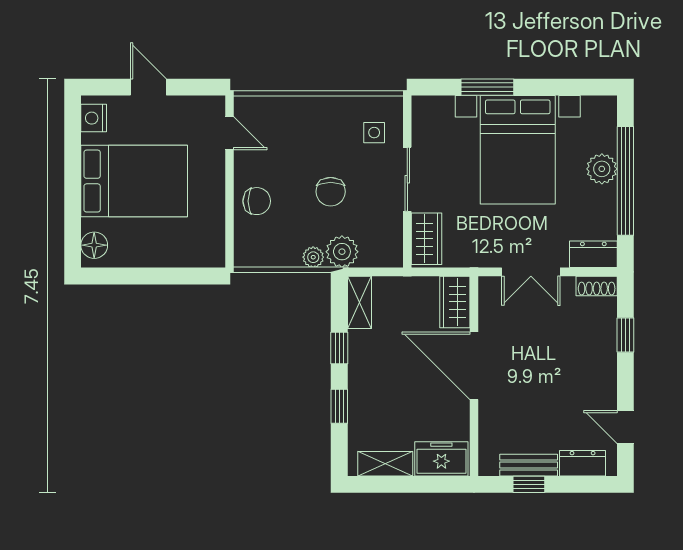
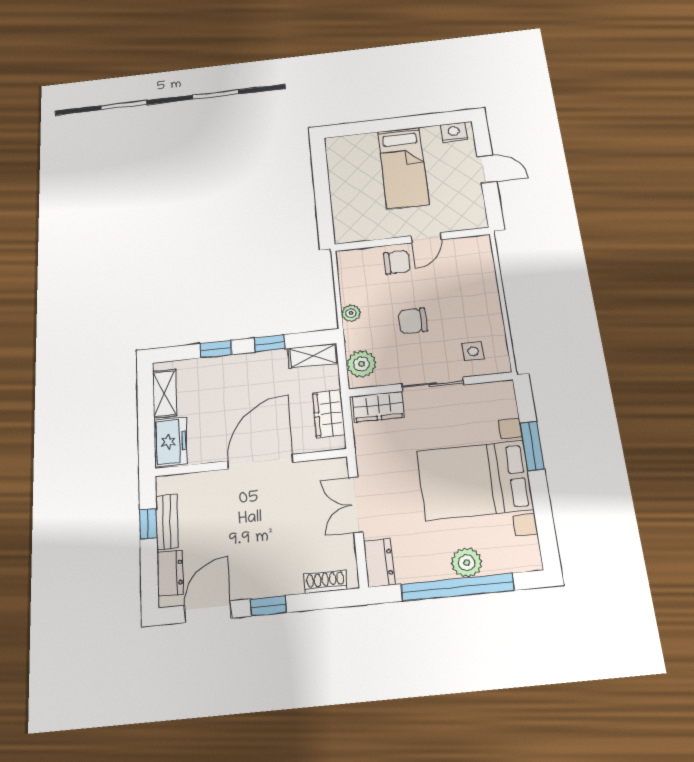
door: (148, 87) -> (487, 169), hinge flipped
door: (230, 133) -> (426, 238), moved
bed: (134, 181) -> (403, 168), width x0.67
chair: (257, 201) -> (397, 262), turned -90
floor lamp: (94, 245) -> (344, 145), removed
plant: (342, 252) -> (361, 364), moved
shoe rack: (597, 286) -> (325, 582), moved, turned 90
wardrobe: (455, 302) -> (329, 414), moved, turned -90
window: (625, 335) -> (268, 606), moved
door: (625, 427) -> (208, 612), width x1.38

